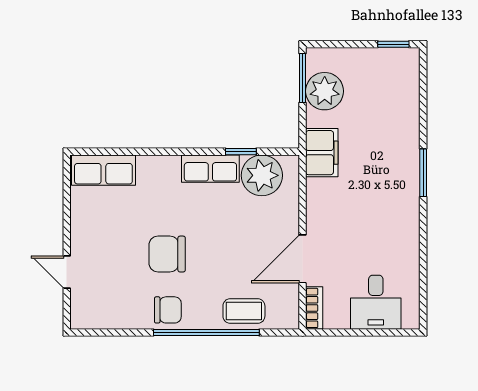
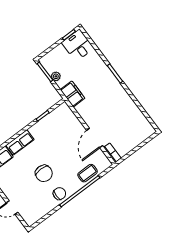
plant: (325, 91) -> (56, 76), width x0.53, depth x0.53
row of seats: (210, 169) -> (20, 142), moved
plant: (262, 175) -> (57, 119), removed
chair: (167, 254) -> (44, 173), turned -90
desk: (376, 302) -> (78, 45), moved, turned 180

